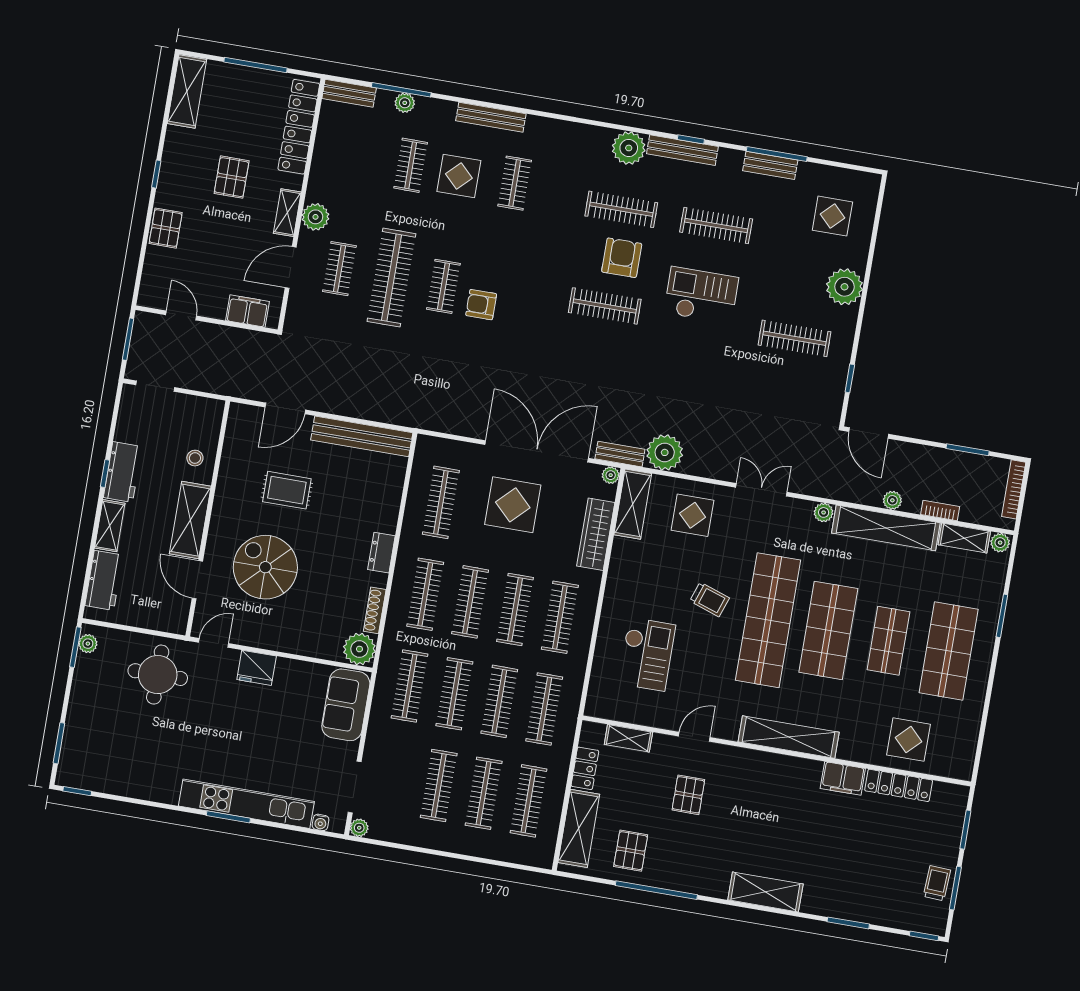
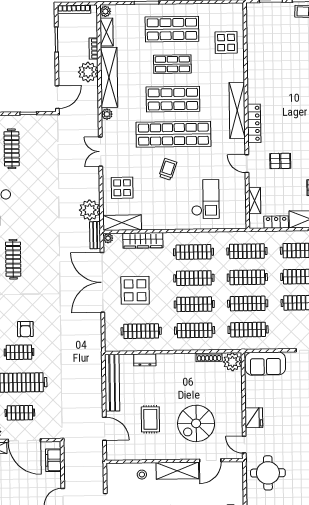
door: (291, 267) -> (24, 440), width x1.36
plant: (892, 500) -> (88, 72), width x1.88, depth x1.88
dresser: (381, 553) -> (145, 360), moved
checkout: (647, 654) -> (205, 199), turned 90
filing cabinet: (843, 778) -> (255, 75), removed
locker: (899, 785) -> (254, 123), moved

